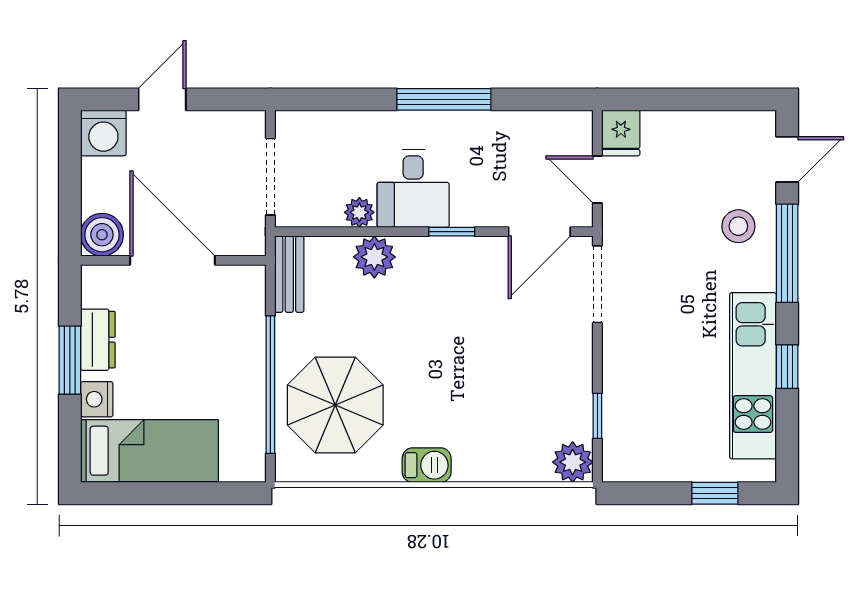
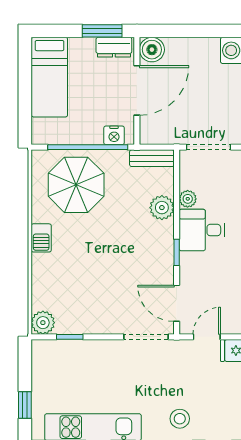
boiler: (102, 235) -> (152, 50), moved
door: (172, 260) -> (137, 90), moved
wall: (173, 260) -> (137, 91), moved
nightstand: (97, 399) -> (114, 135), moved, turned 180

